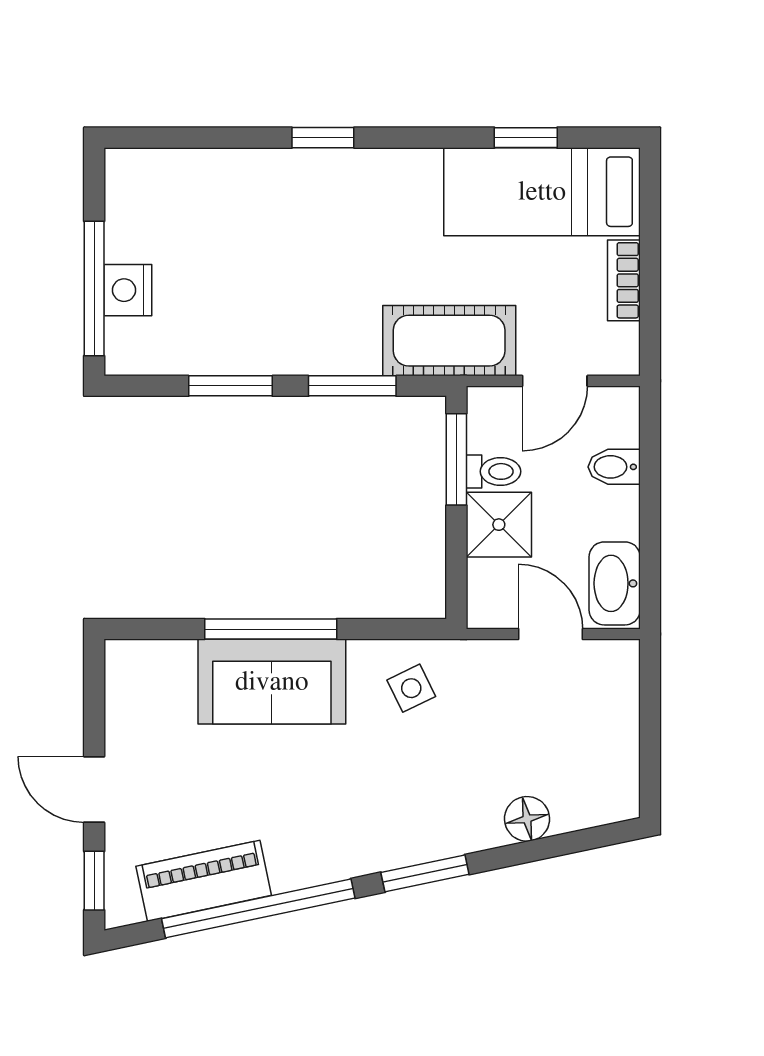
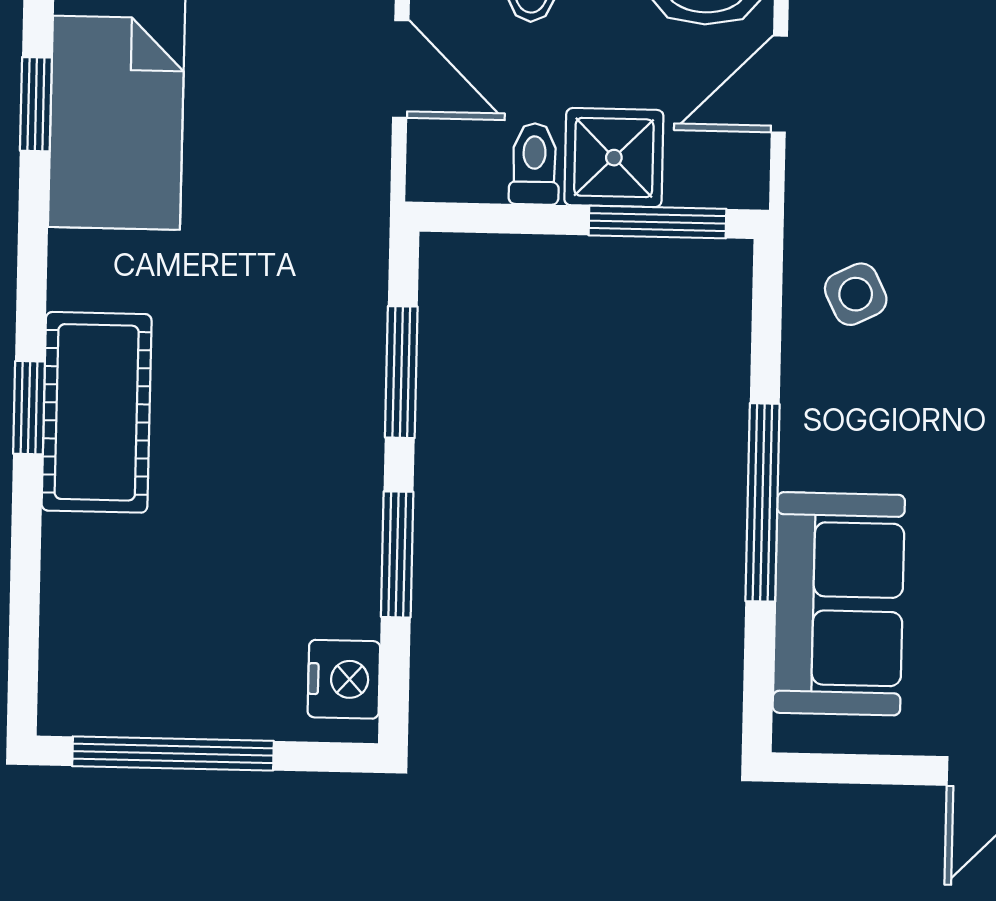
window: (94, 288) -> (173, 753), moved
nightstand: (128, 290) -> (344, 679), moved, turned -90
cot: (449, 341) -> (97, 412), moved
window: (456, 459) -> (657, 222), moved
sofa: (272, 682) -> (839, 604), moved

